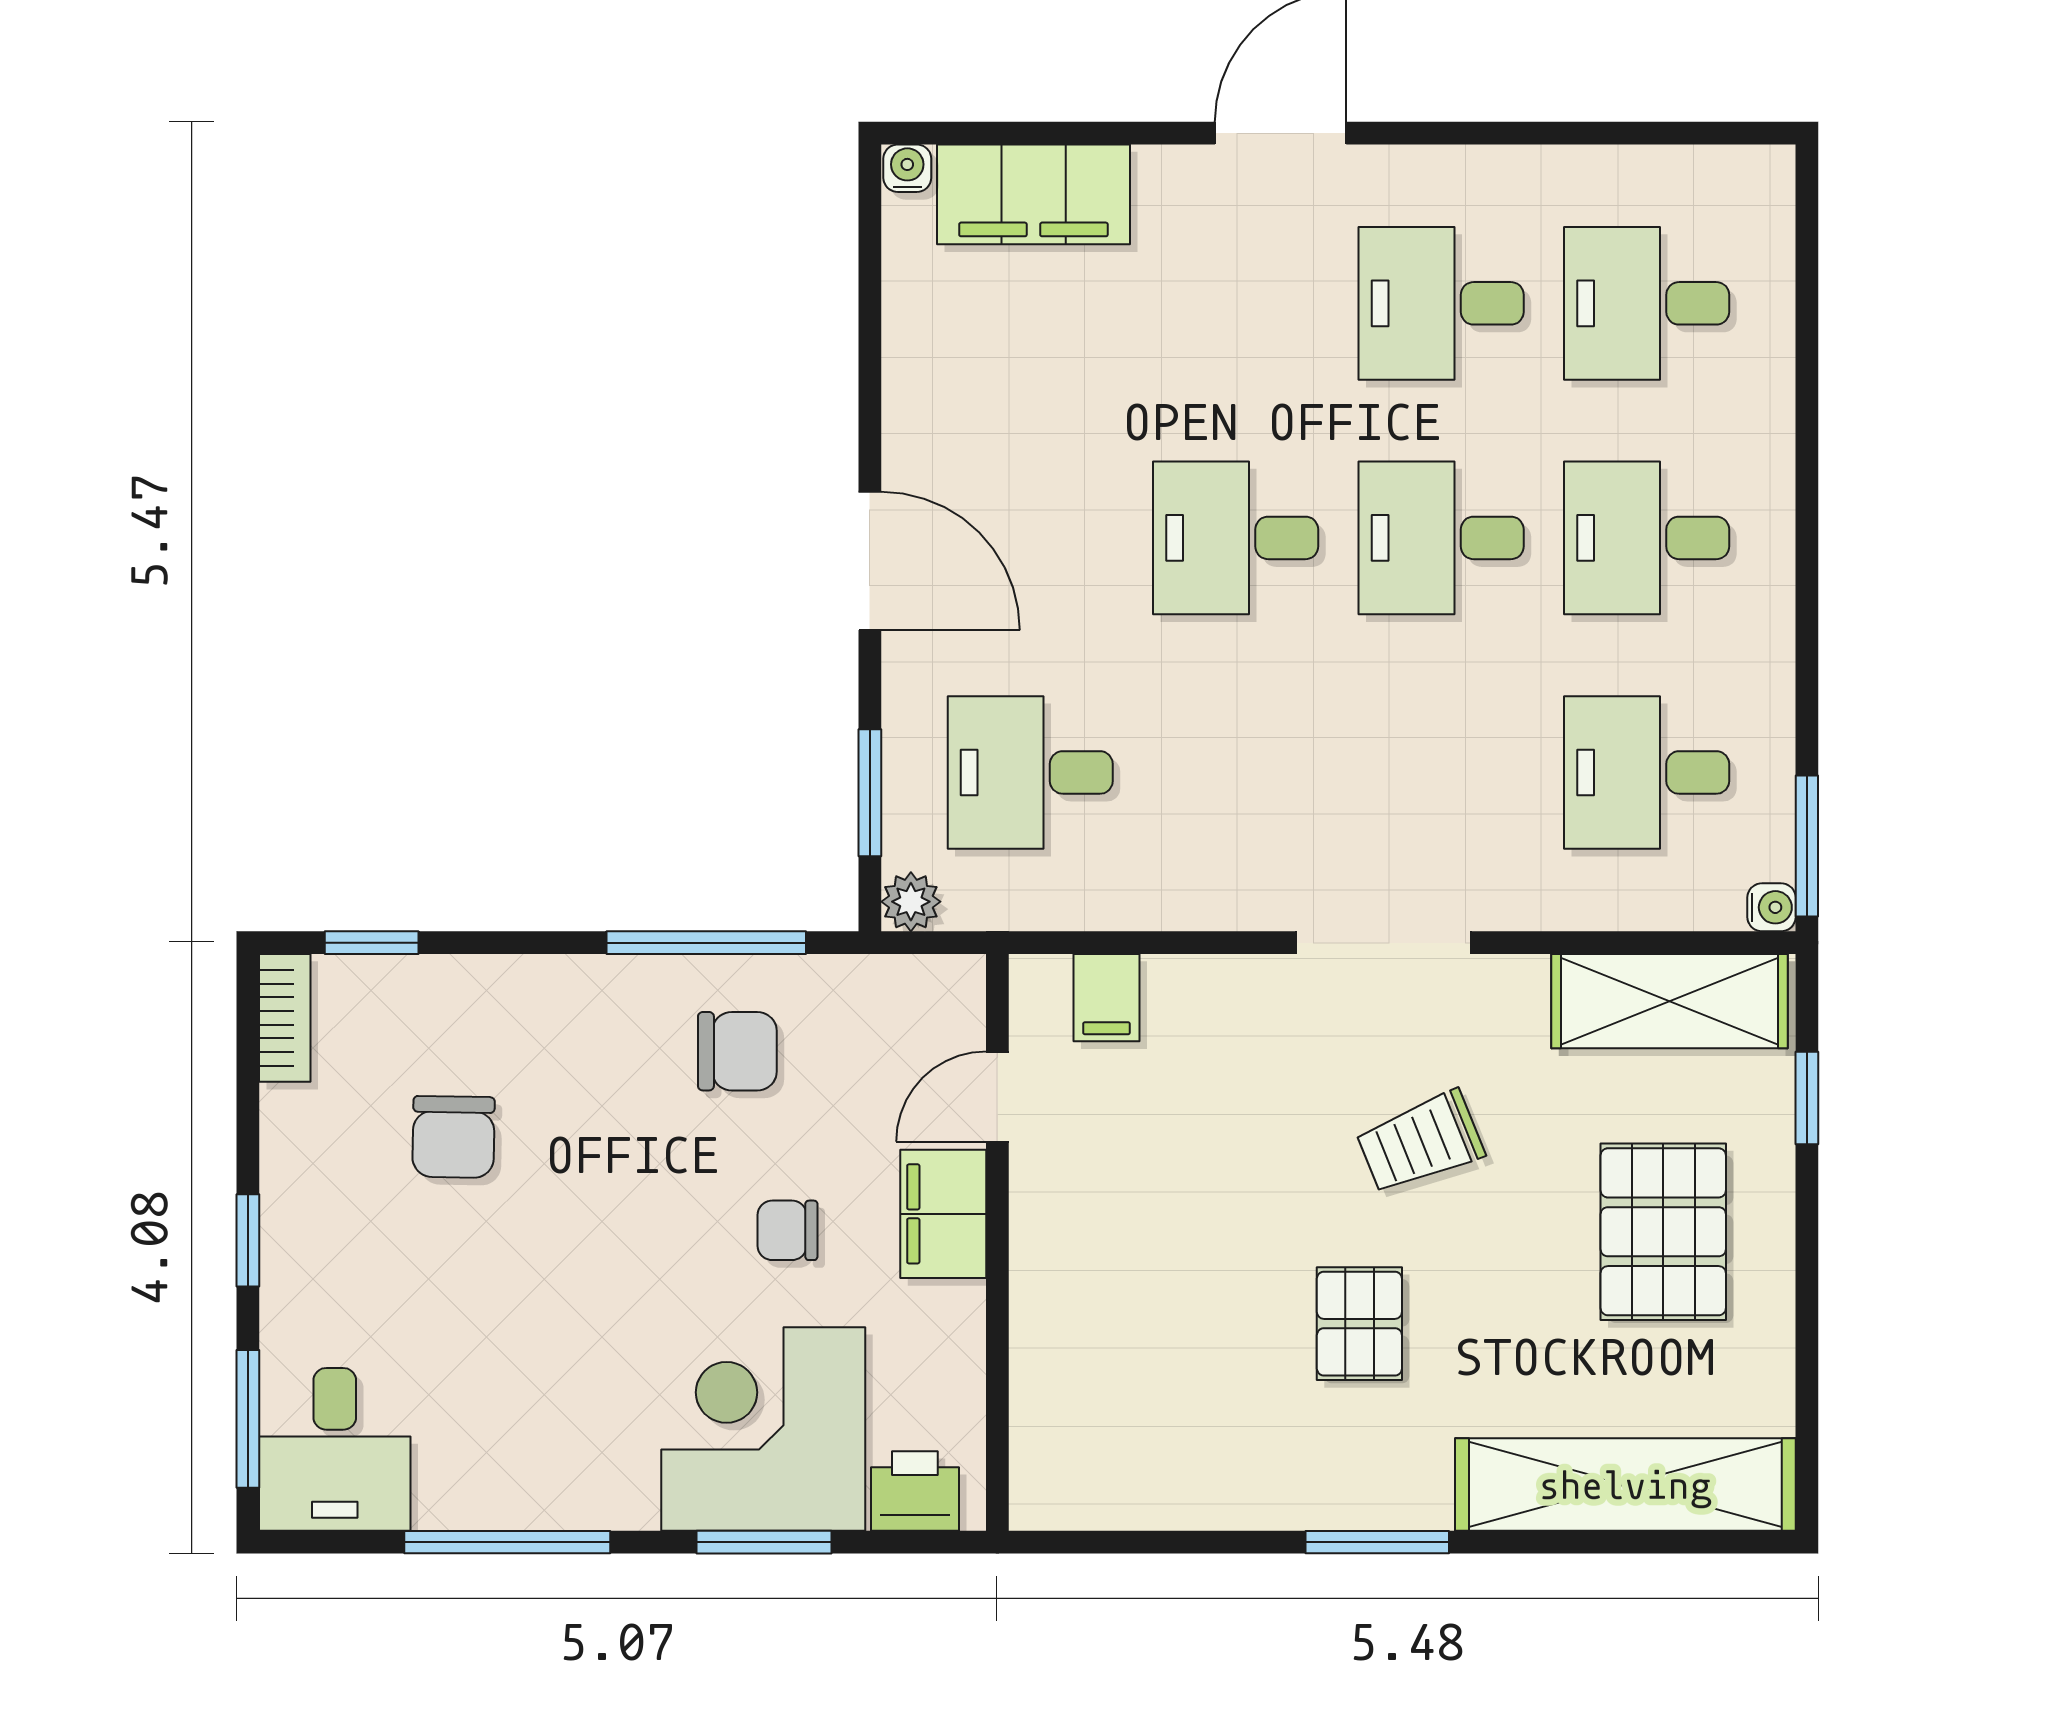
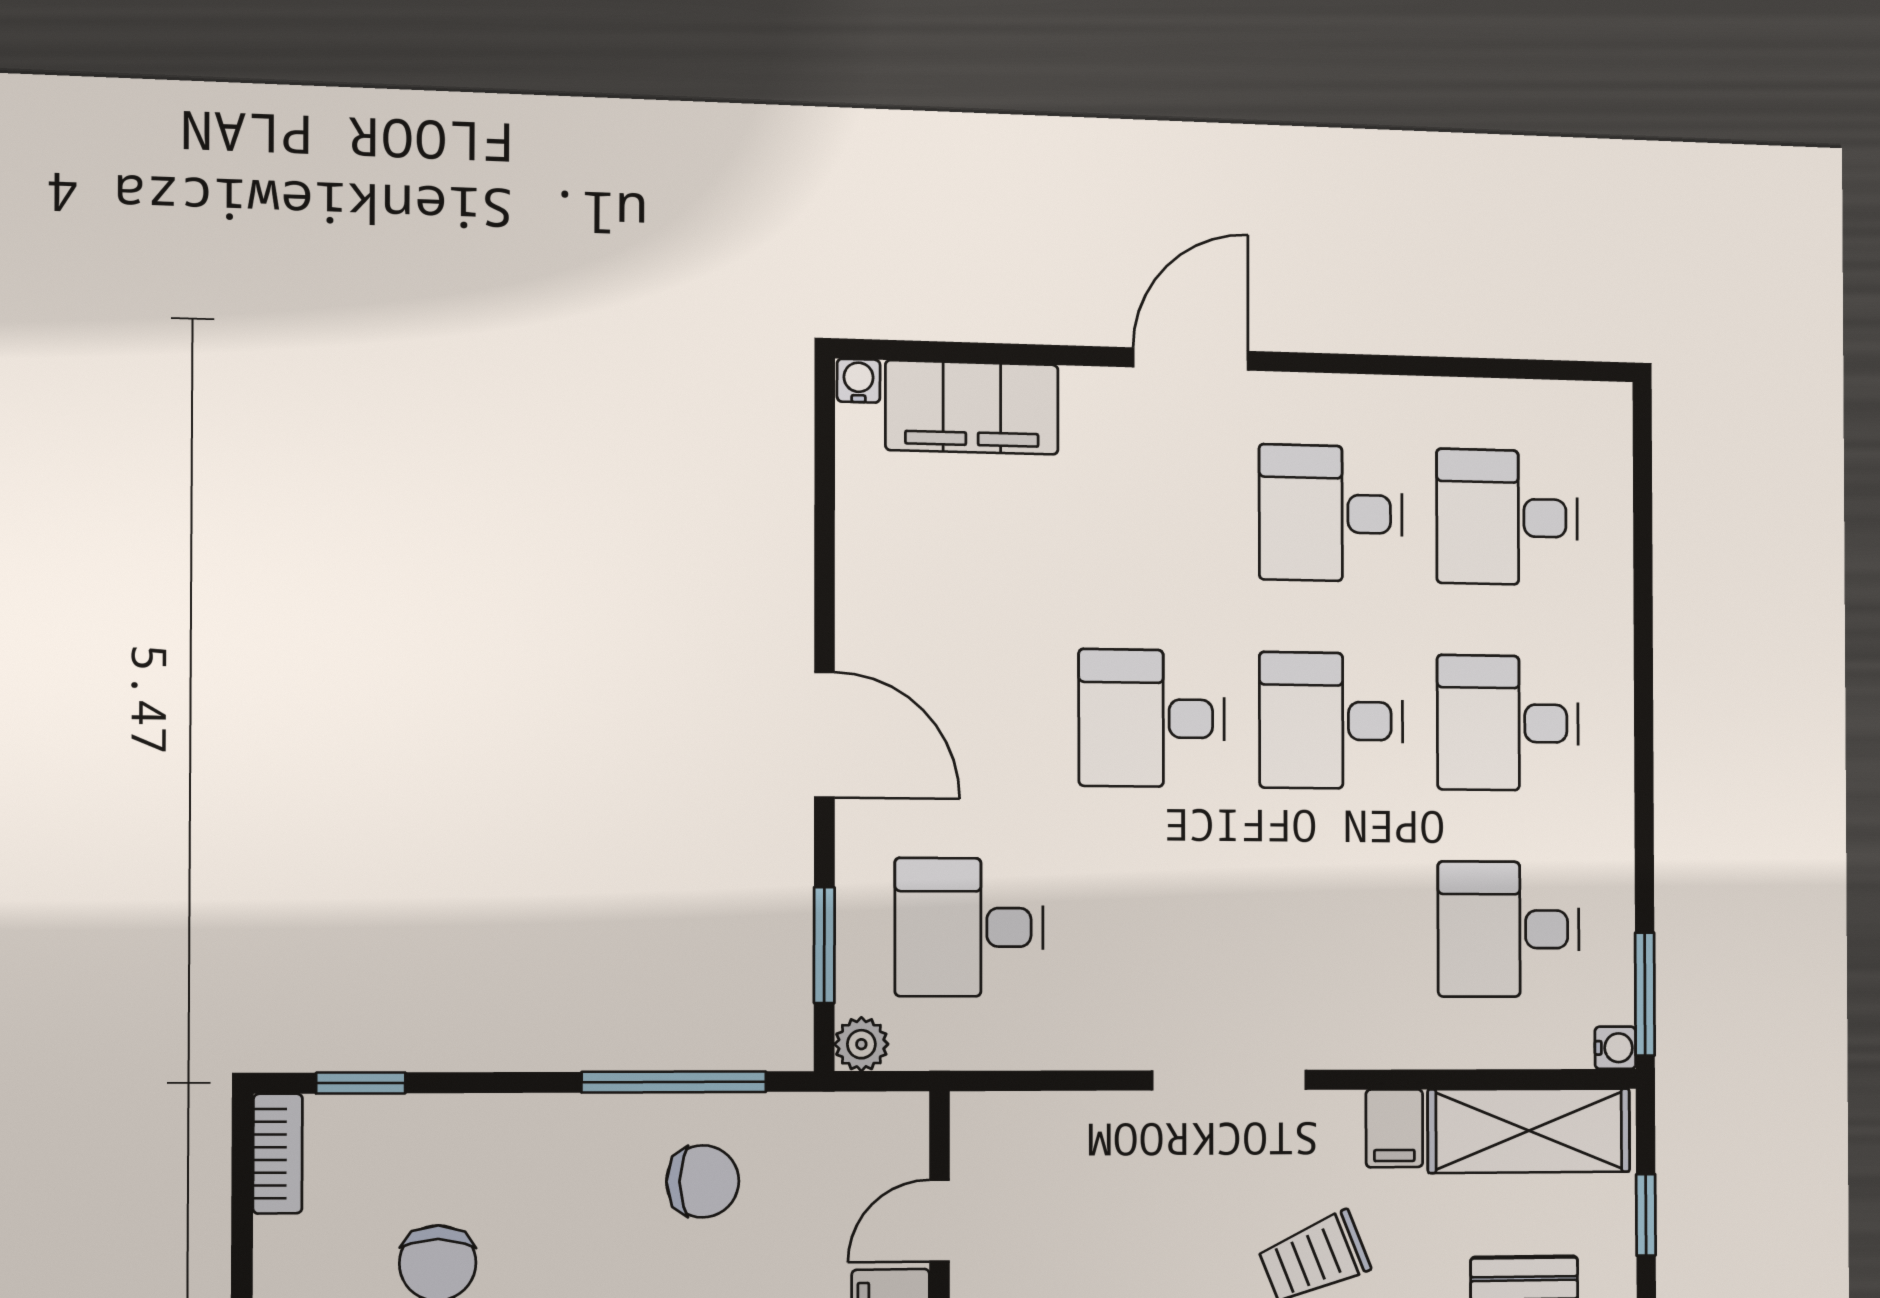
doorway: (1384, 943) -> (1229, 1080), moved
filing cabinet: (1106, 998) -> (1394, 1128), moved

